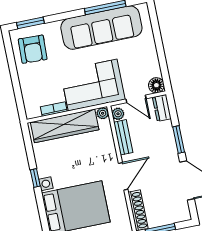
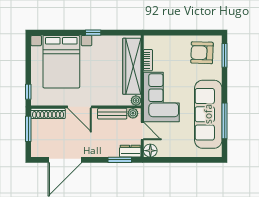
door: (136, 99) -> (142, 131), swing flipped
window: (179, 139) -> (120, 160), moved

